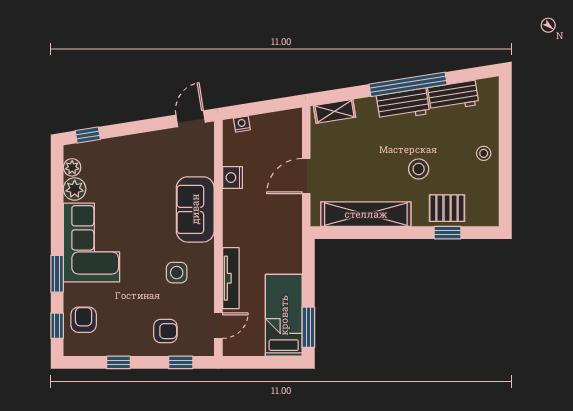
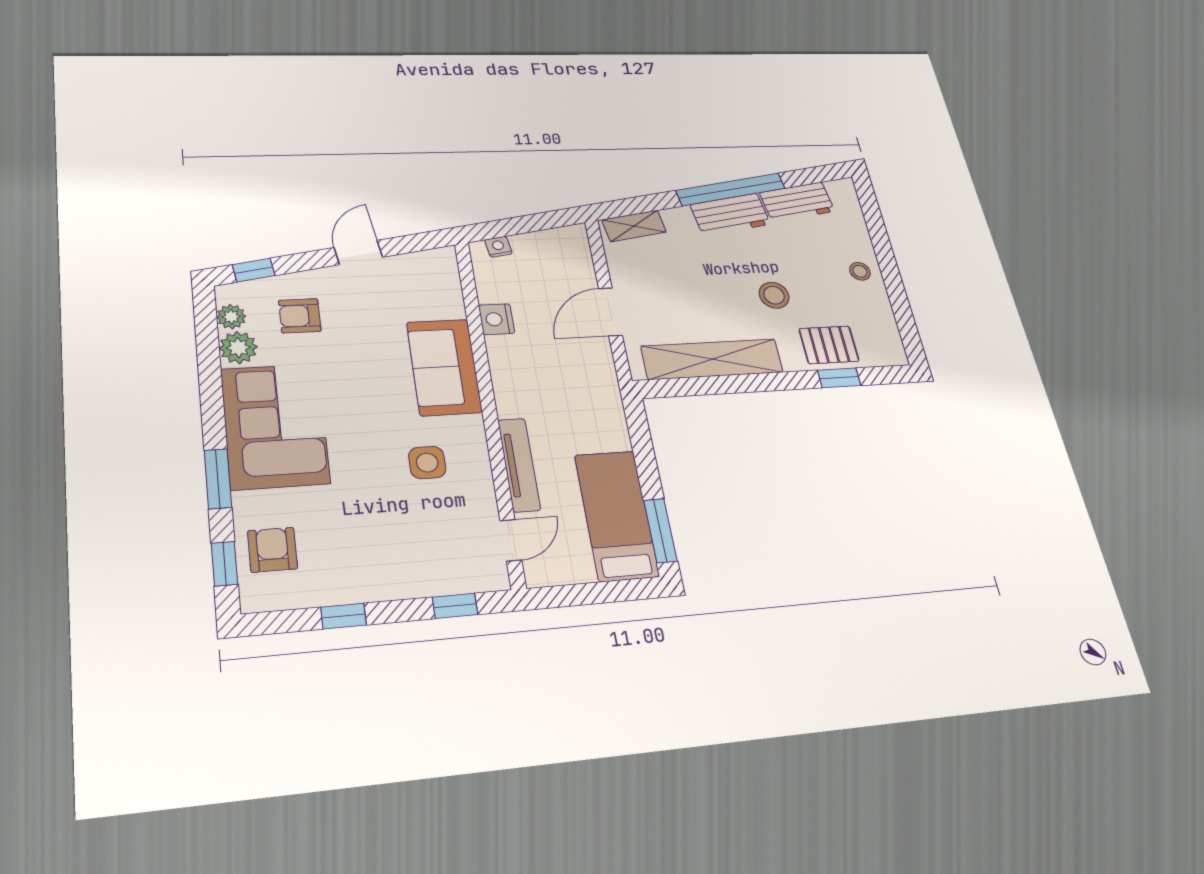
door: (191, 119) -> (358, 252), moved
armchair: (165, 331) -> (300, 316), moved, turned 180

